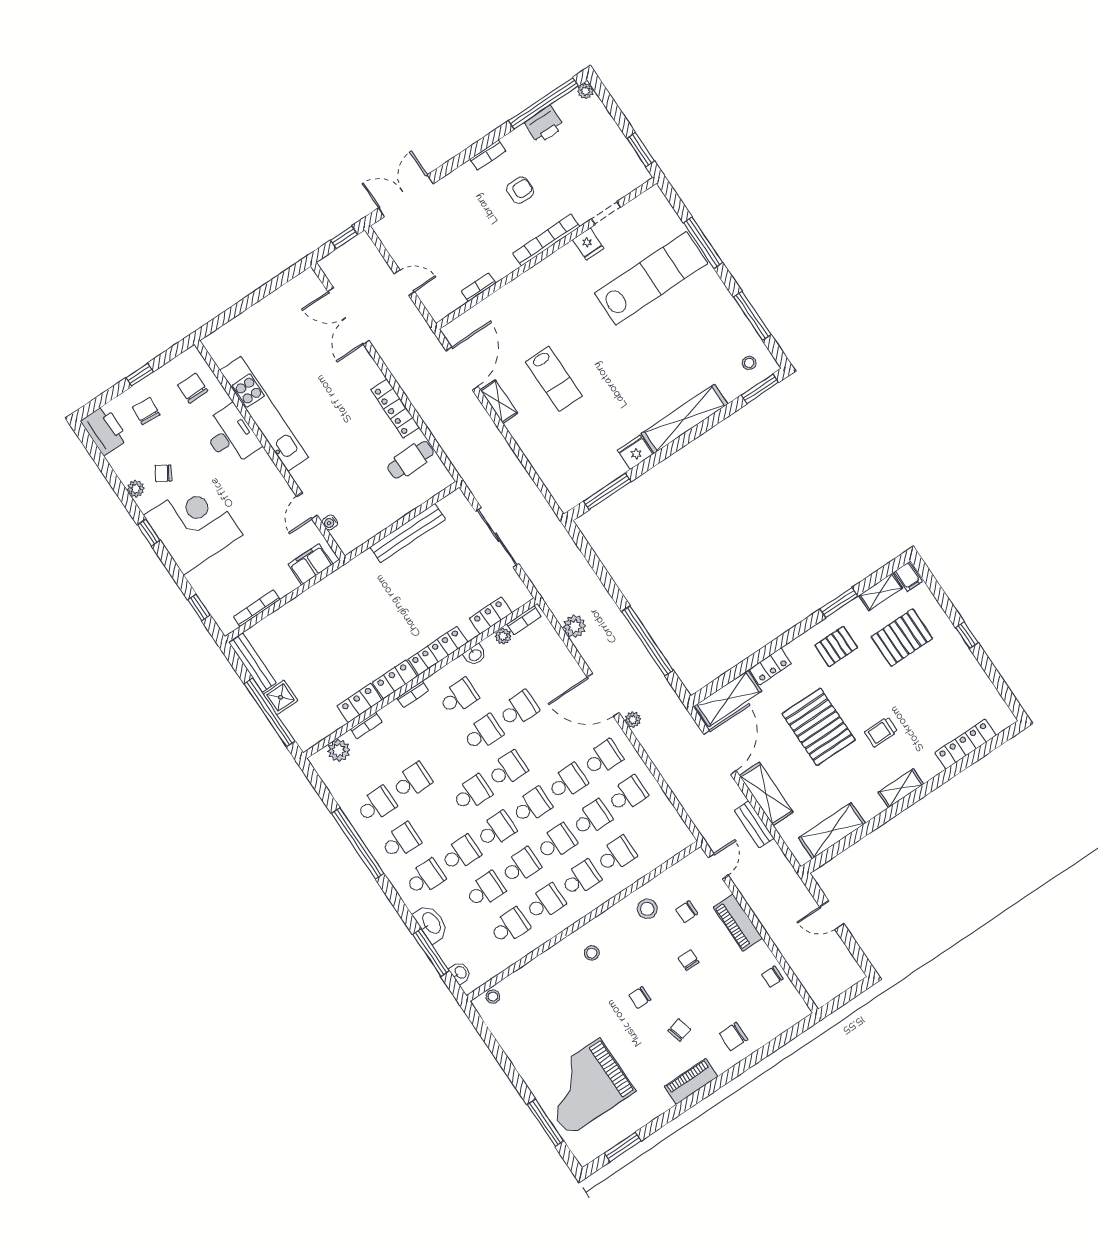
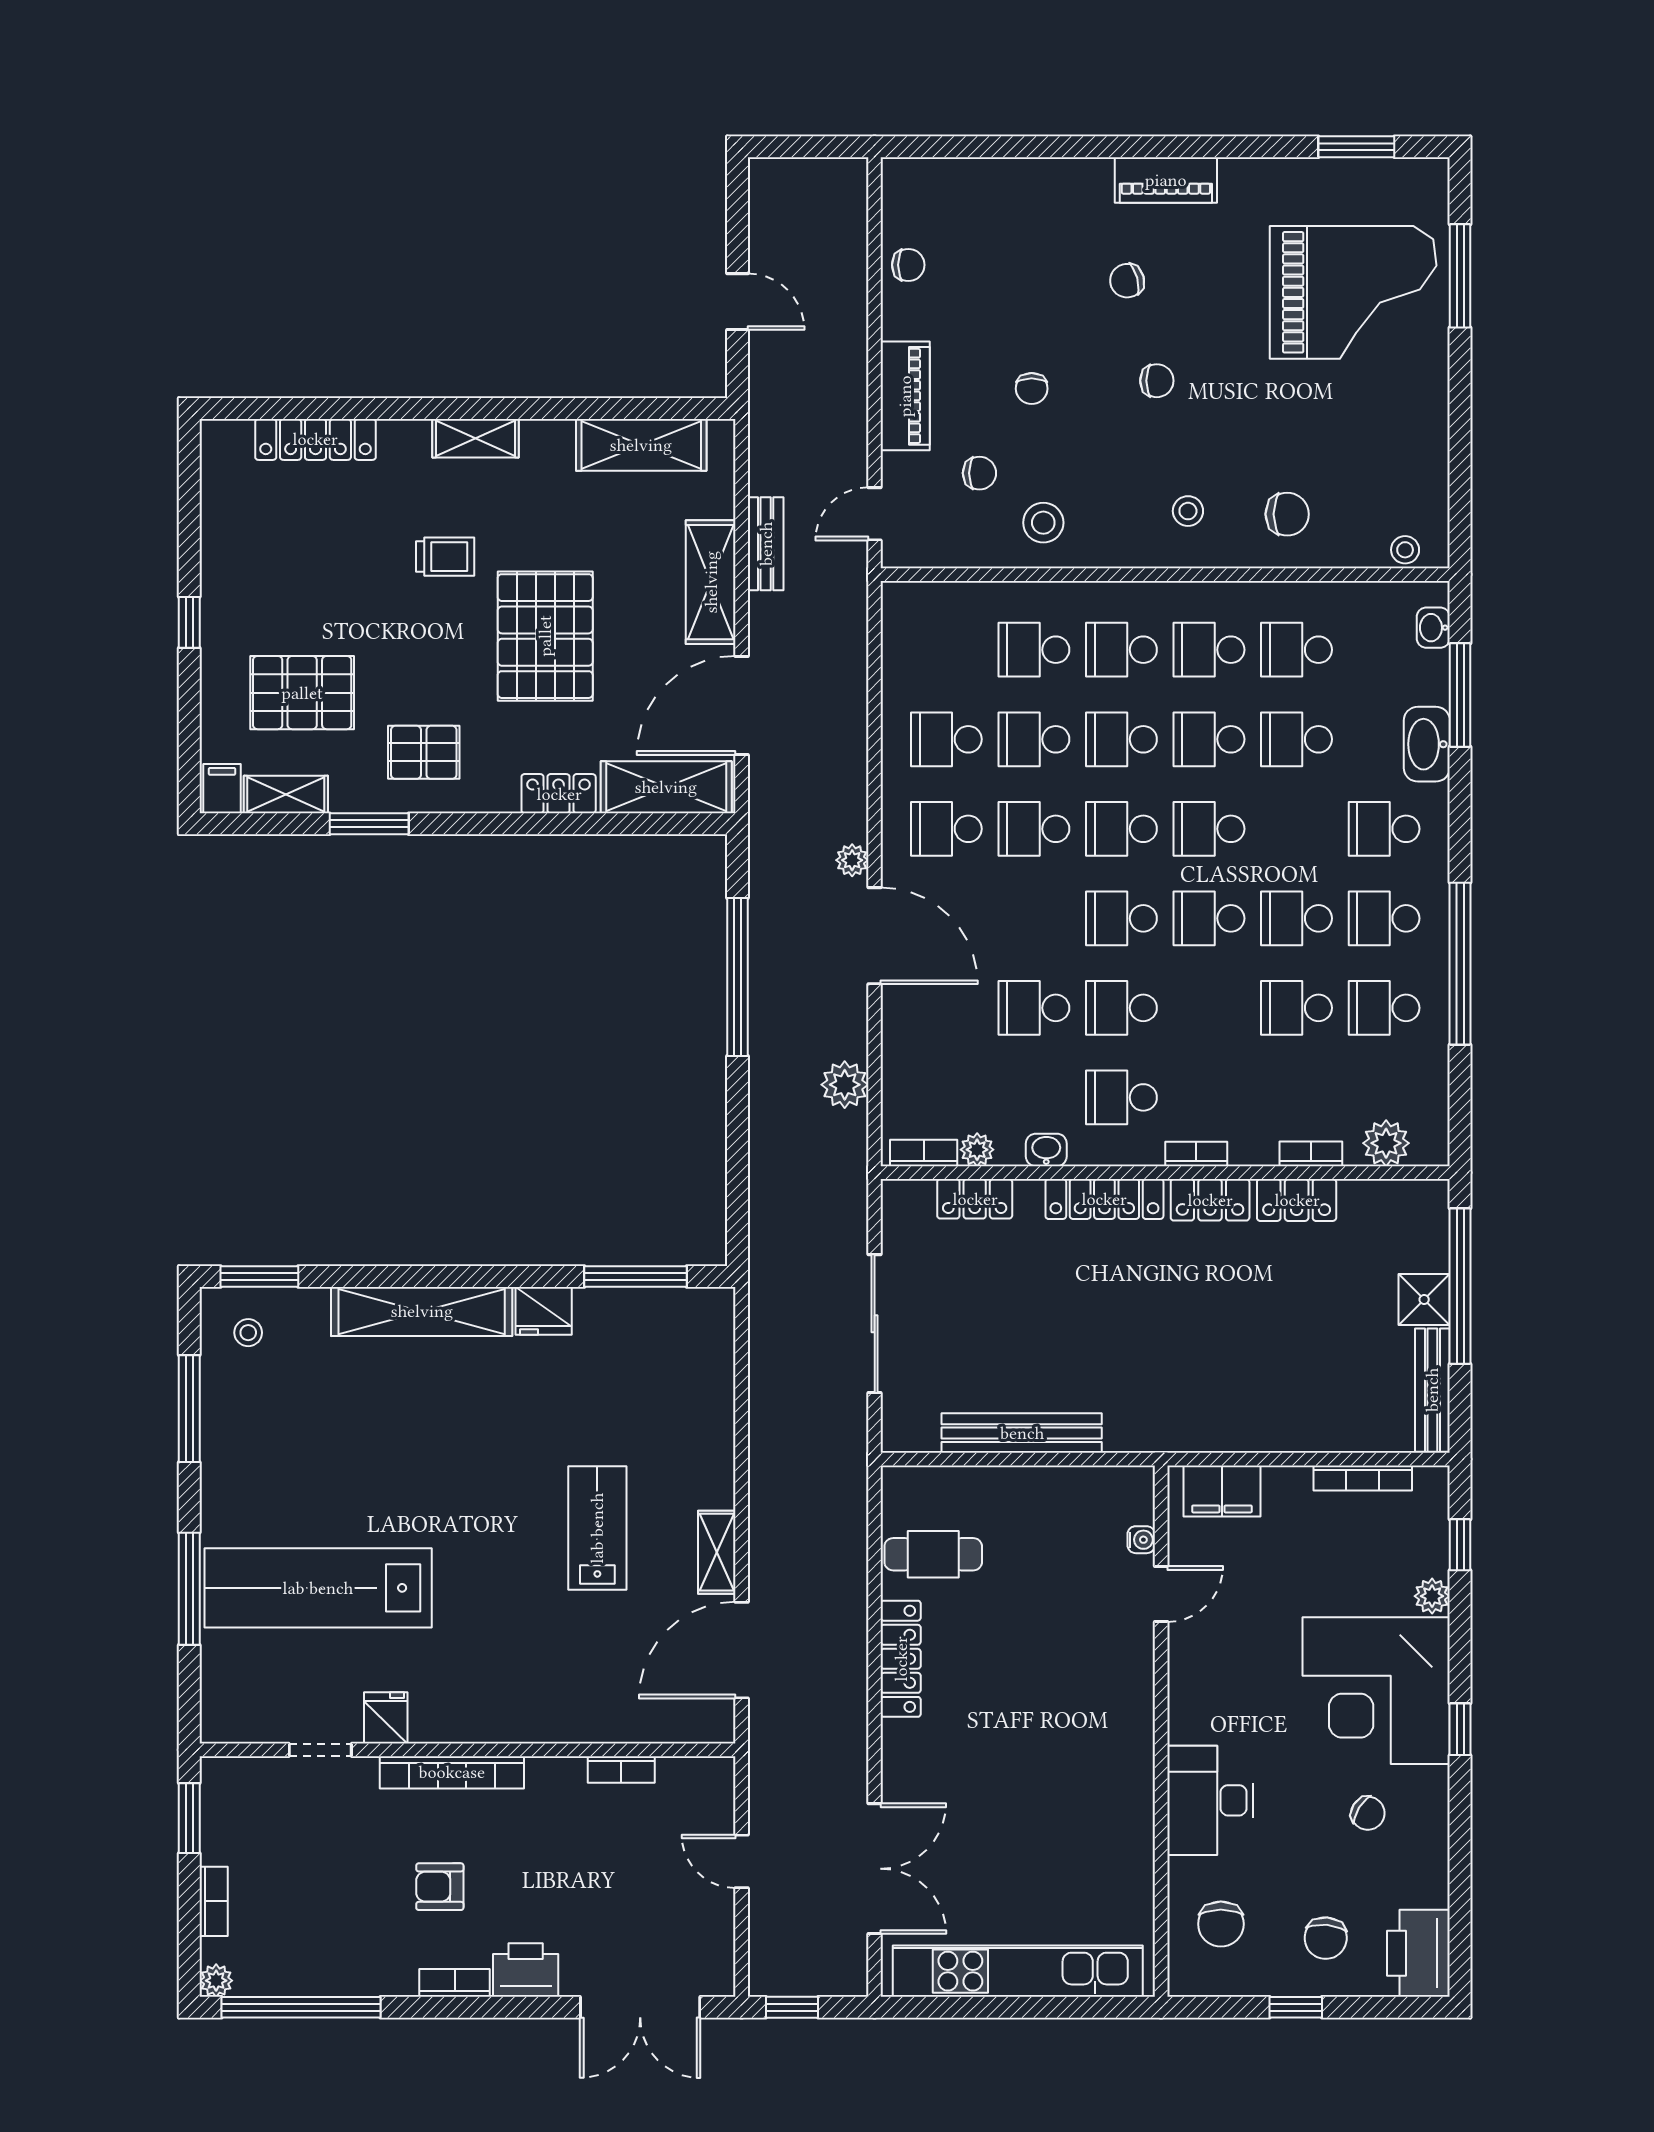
bookcase: (608, 122) -> (214, 1901), added
printer: (544, 125) -> (526, 1970), moved
kitchen unit: (264, 414) -> (1018, 1971), moved, turned 90
plant: (136, 489) -> (1432, 1596), moved
school desk: (461, 854) -> (1297, 918), moved
chair: (734, 1036) -> (1287, 514), moved

